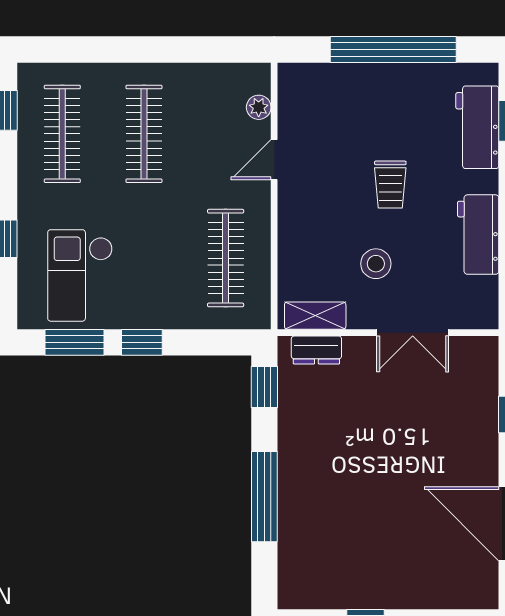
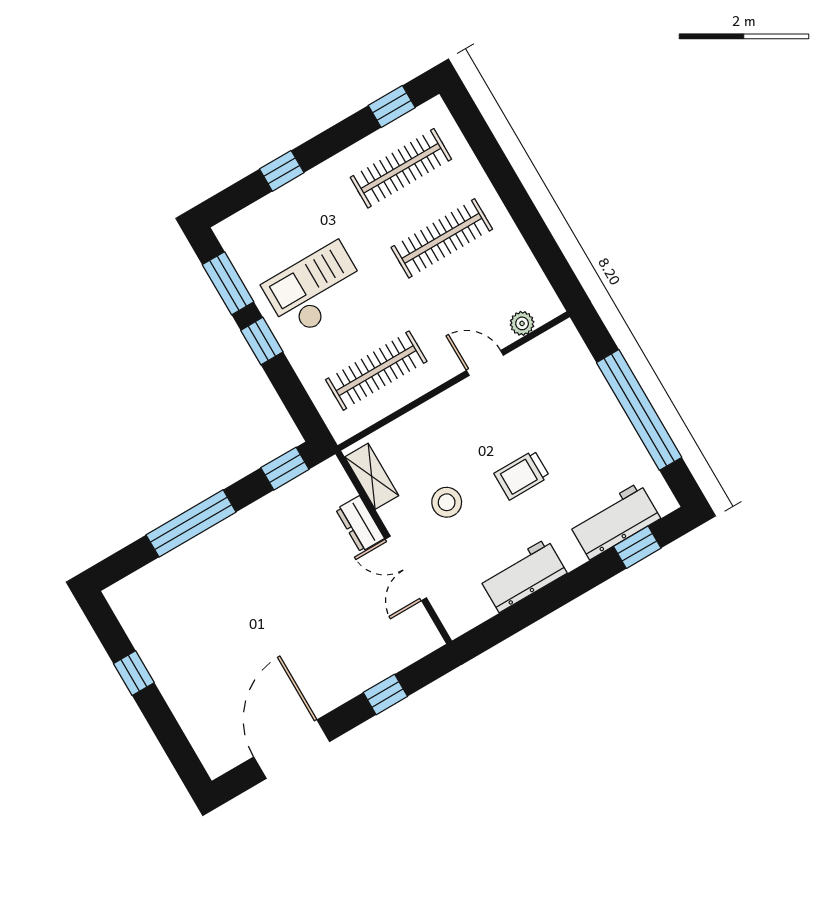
checkout: (80, 275) -> (315, 289), moved
dresser: (316, 350) -> (360, 524), moved

